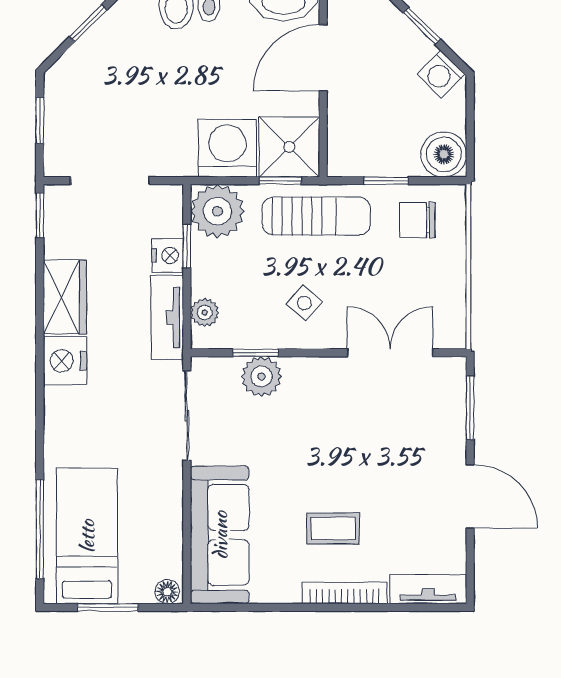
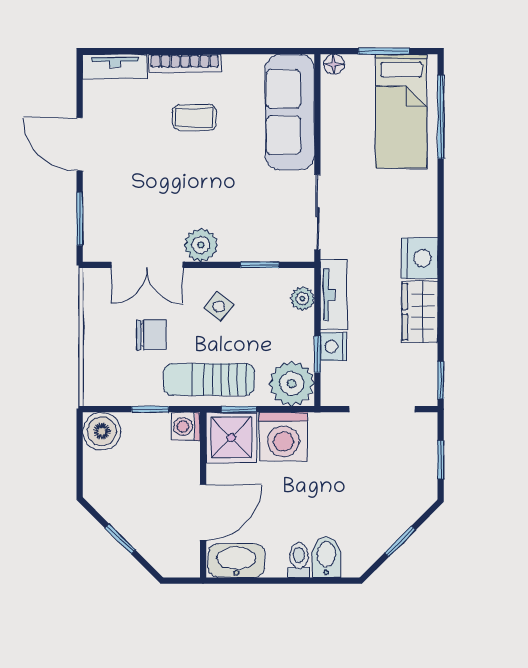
washing machine: (441, 74) -> (186, 427), moved, turned -135
chair: (417, 220) -> (151, 335), moved
plant: (261, 376) -> (201, 245), moved

